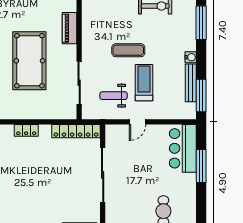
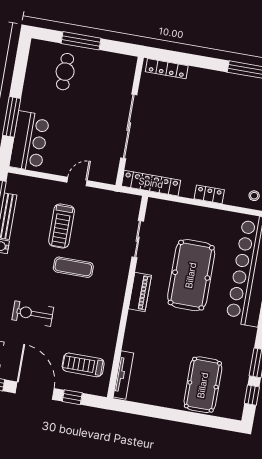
piano: (70, 28) -> (140, 292), moved
sliding door: (79, 83) -> (138, 239), width x0.73
weight bench: (114, 96) -> (100, 217), removed

